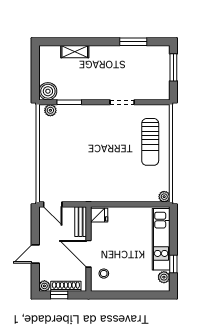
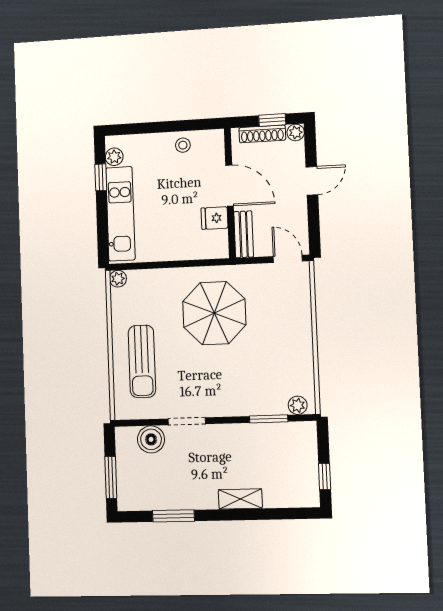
shelving: (75, 52) -> (240, 499), moved
window: (35, 65) -> (325, 476), added
boiler: (48, 91) -> (151, 439), moved
sun lounger: (150, 142) -> (142, 361), turned 180
parasol: (102, 171) -> (214, 313), added
fridge: (99, 215) -> (214, 218), moved
stool: (104, 274) -> (183, 145), moved

